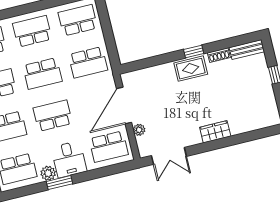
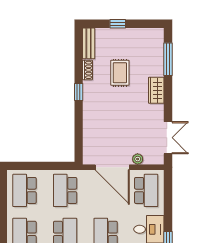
school desk: (88, 62) -> (65, 190), turned 180
rug: (191, 69) -> (120, 73), moved
window: (250, 136) -> (168, 59), added

